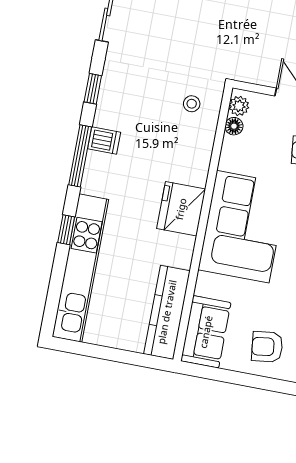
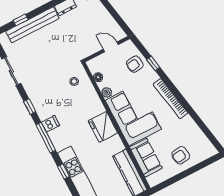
plant: (239, 106) -> (107, 92), moved
sofa: (206, 332) -> (146, 158), moved

